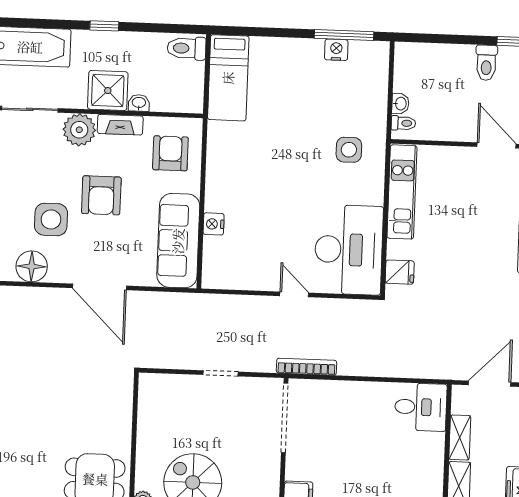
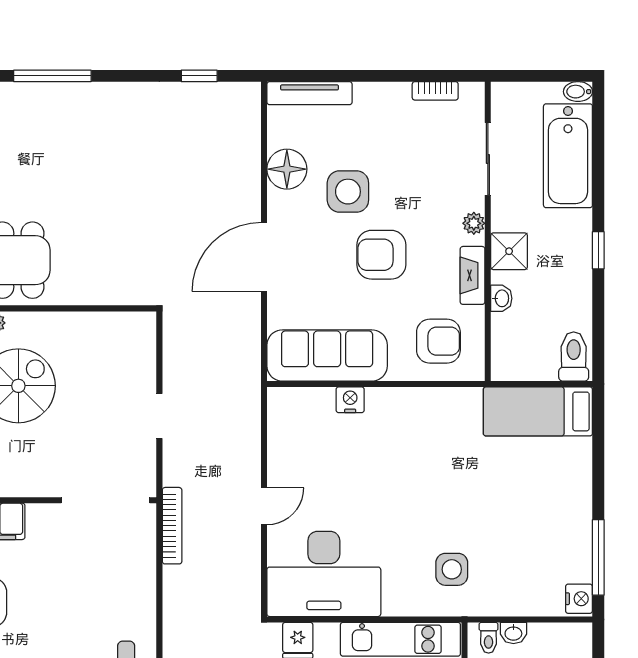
nightstand: (336, 50) -> (579, 599), moved
shower: (108, 91) -> (509, 251), width x0.73, depth x0.73
plant: (79, 130) -> (474, 223), width x0.53, depth x0.53

